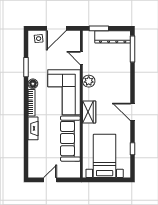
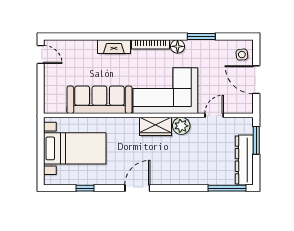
wardrobe: (89, 112) -> (156, 126), moved
door: (50, 180) -> (41, 54), moved

